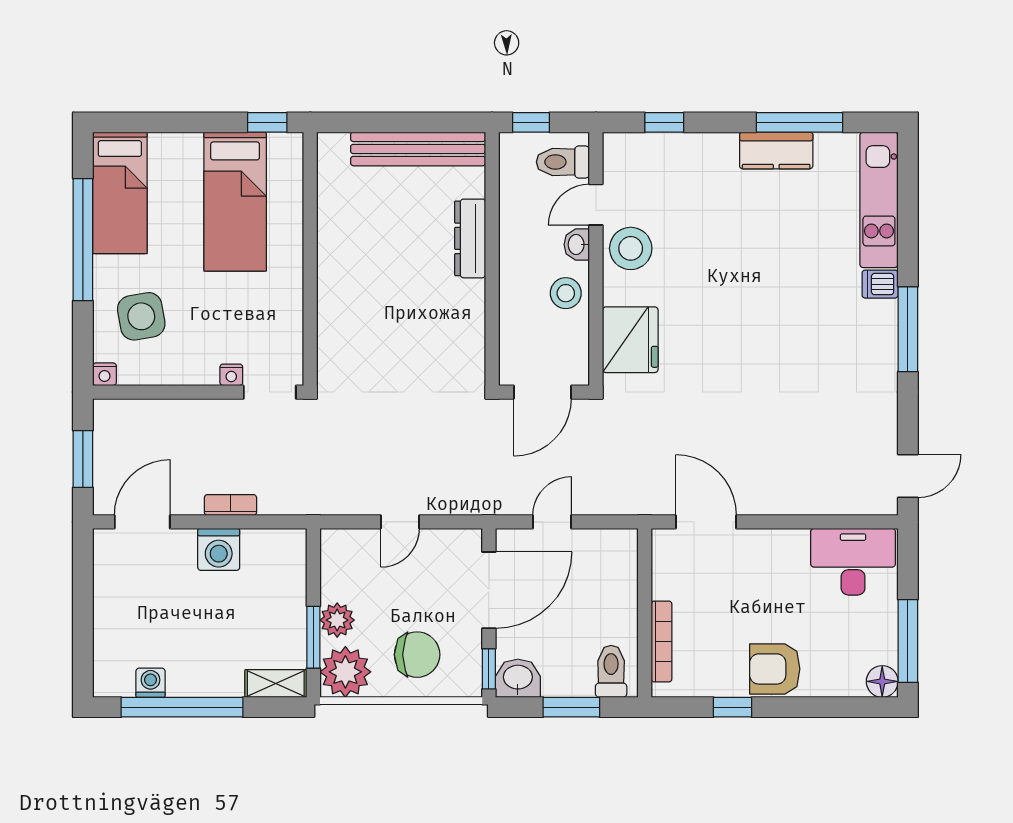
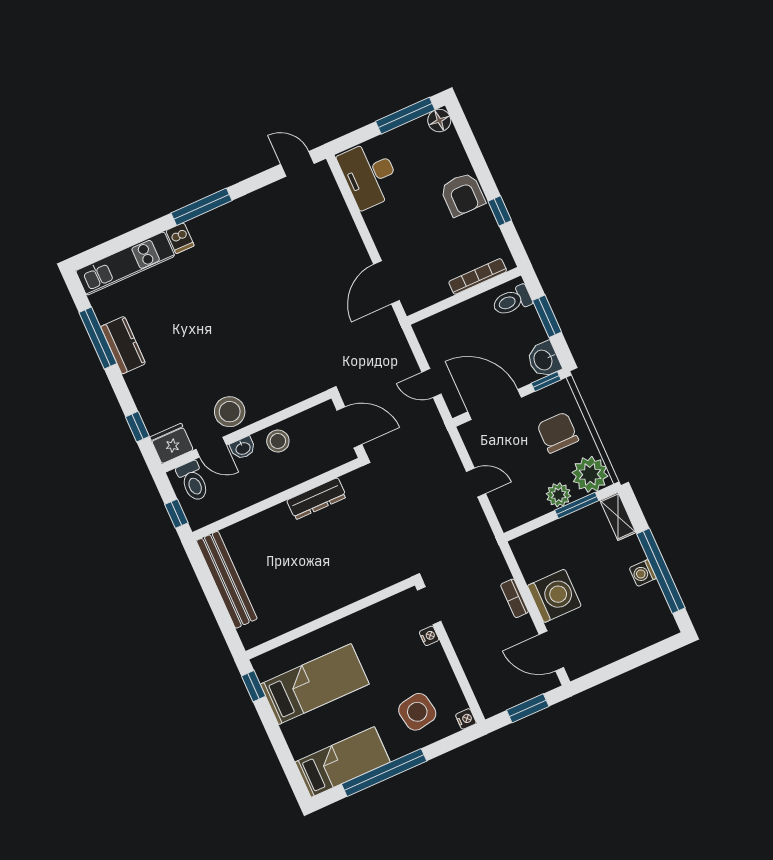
dresser: (470, 238) -> (317, 499), moved
fridge: (630, 340) -> (172, 443), moved, width x0.73, depth x0.75
washing machine: (219, 549) -> (554, 596), width x1.37, depth x1.37
washing machine: (150, 683) -> (643, 573), moved

